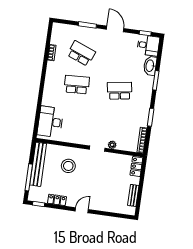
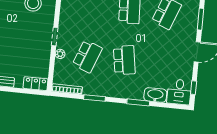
school desk: (115, 122) -> (87, 56), added

